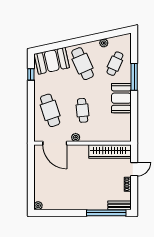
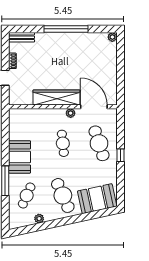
window: (31, 74) -> (120, 155), moved
wardrobe: (110, 151) -> (56, 97), moved
window: (106, 213) -> (66, 29), moved

